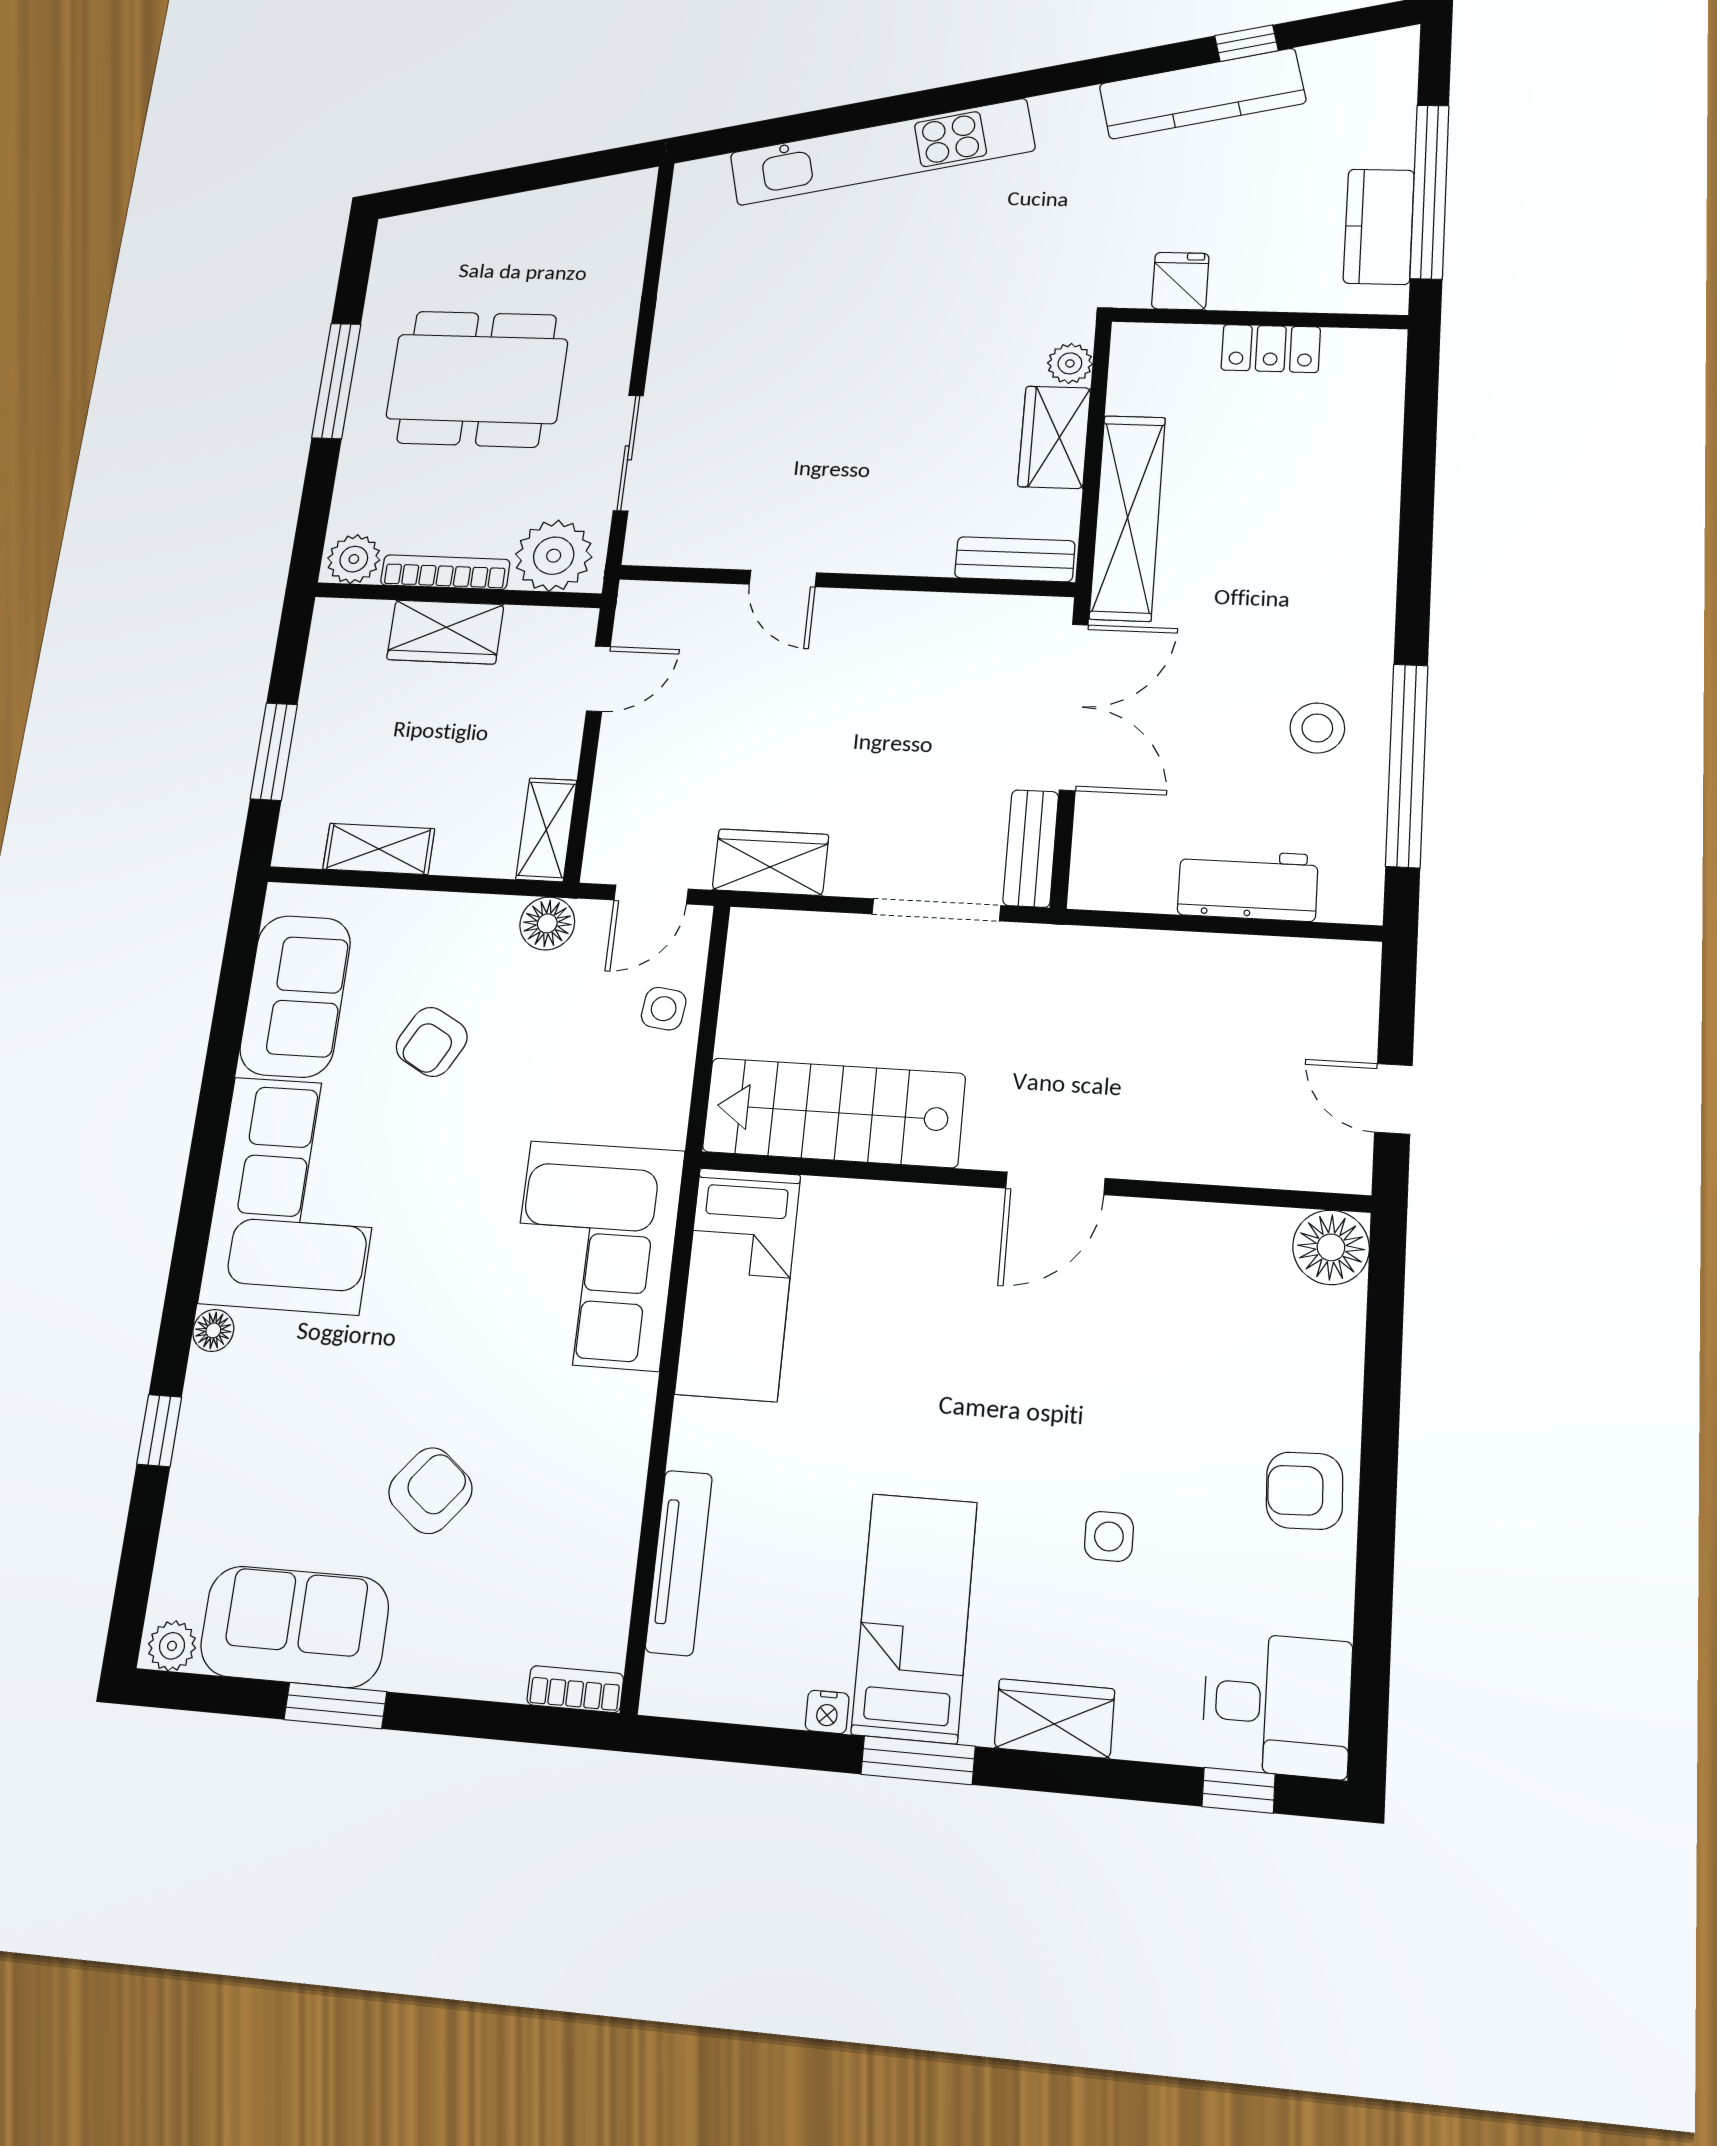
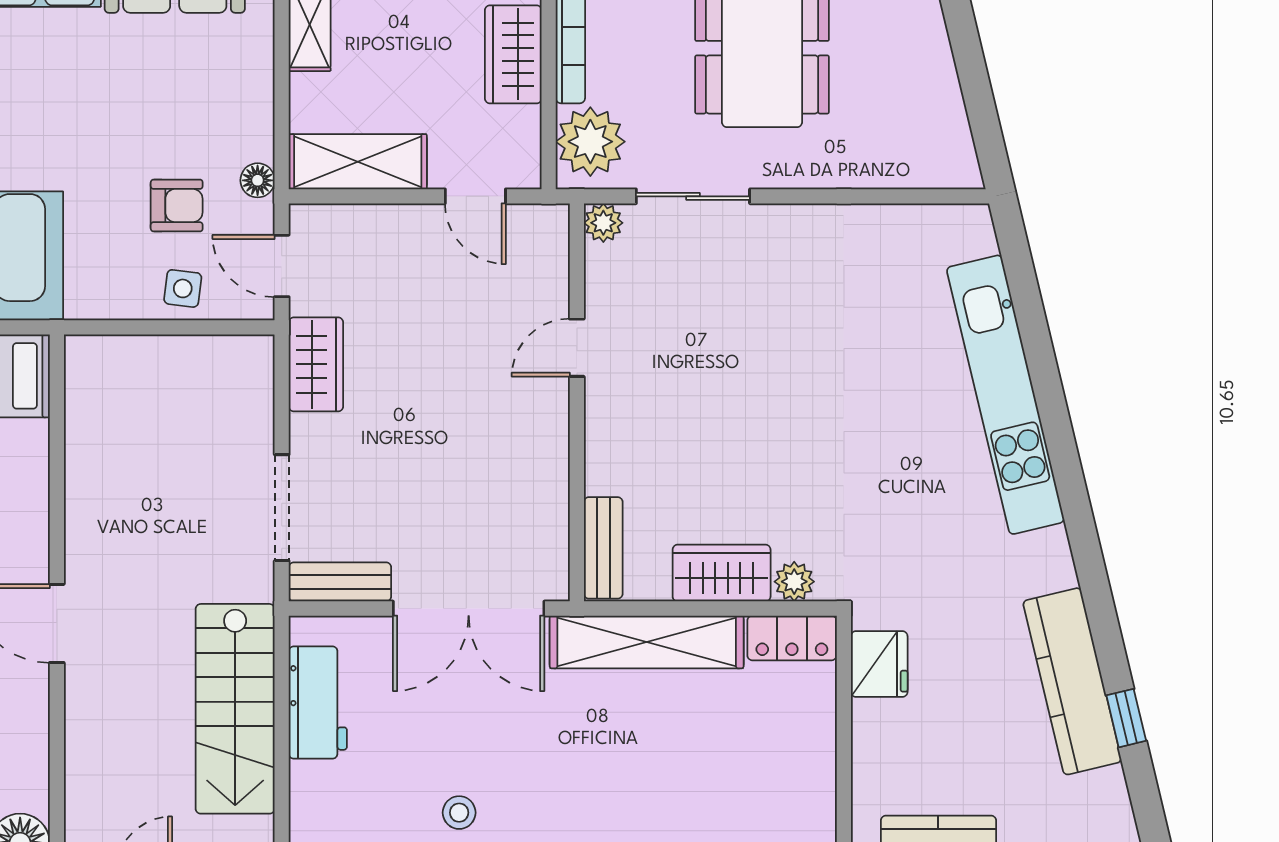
fridge: (1180, 281) -> (879, 664), width x1.38
locker: (1271, 349) -> (792, 638), moved, turned -90
plant: (646, 546) -> (603, 223), added
stool: (1317, 728) -> (459, 813), width x0.73, depth x0.73
shelving: (546, 830) -> (358, 162), width x1.50, depth x1.33
workbench: (1248, 885) -> (318, 703), moved
floor lamp: (547, 923) -> (258, 180), width x0.73, depth x0.73
armchair: (432, 1042) -> (177, 206), moved, turned 151
stairs: (834, 1113) -> (235, 709), moved, turned 180

